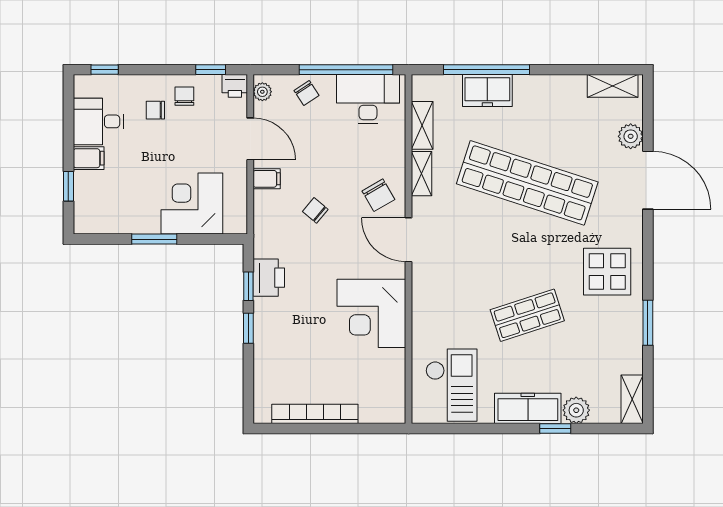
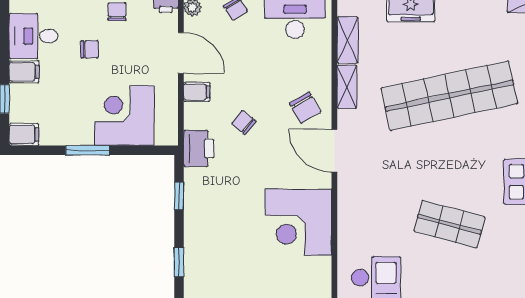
chair: (155, 110) -> (90, 49), moved, turned 180
shop shelf: (527, 183) -> (449, 96), turned -30
filing cabinet: (89, 223) -> (24, 134), added
printer: (269, 278) -> (199, 148), moved
shop shelf: (527, 315) -> (449, 224), turned 33
window: (248, 328) -> (179, 262), moved

